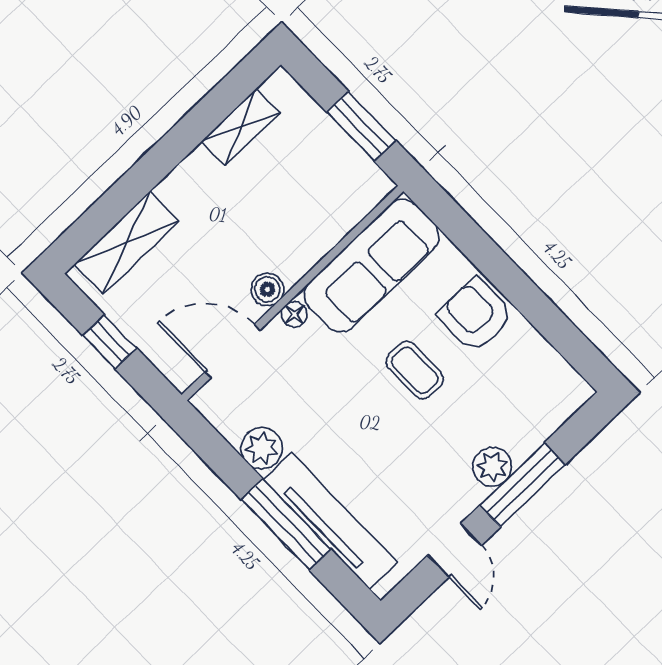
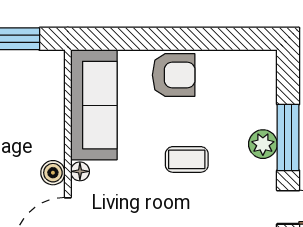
armchair: (476, 315) -> (174, 75), turned 180
coffee table: (415, 370) -> (187, 159), moved

